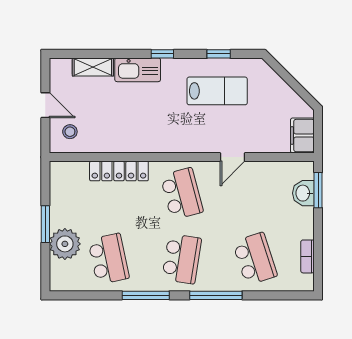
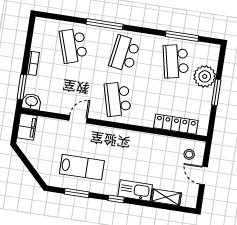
window: (219, 54) -> (77, 193), width x1.50
lab bench: (217, 91) -> (82, 167), turned 180
locker: (119, 171) -> (176, 124), moved
washbasin: (303, 193) -> (31, 102), moved, turned -90
bookcase: (308, 256) -> (33, 63), moved
window: (146, 295) -> (182, 36), moved

